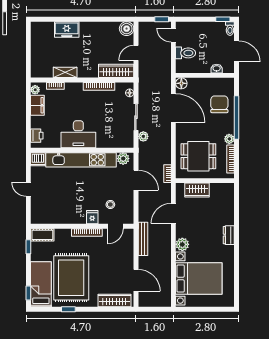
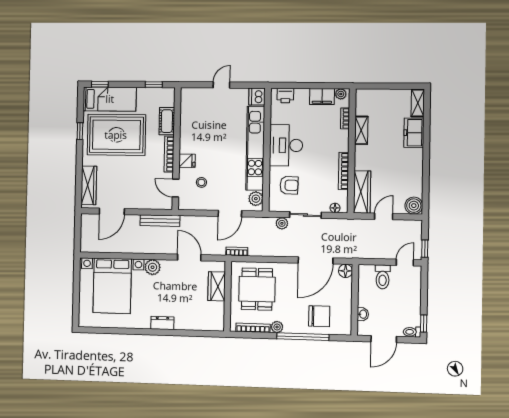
shelving: (42, 27) -> (418, 103), added
door: (136, 53) -> (384, 216), hinge flipped
armchair: (112, 131) -> (289, 185), added
cot: (42, 235) -> (167, 121), moved

